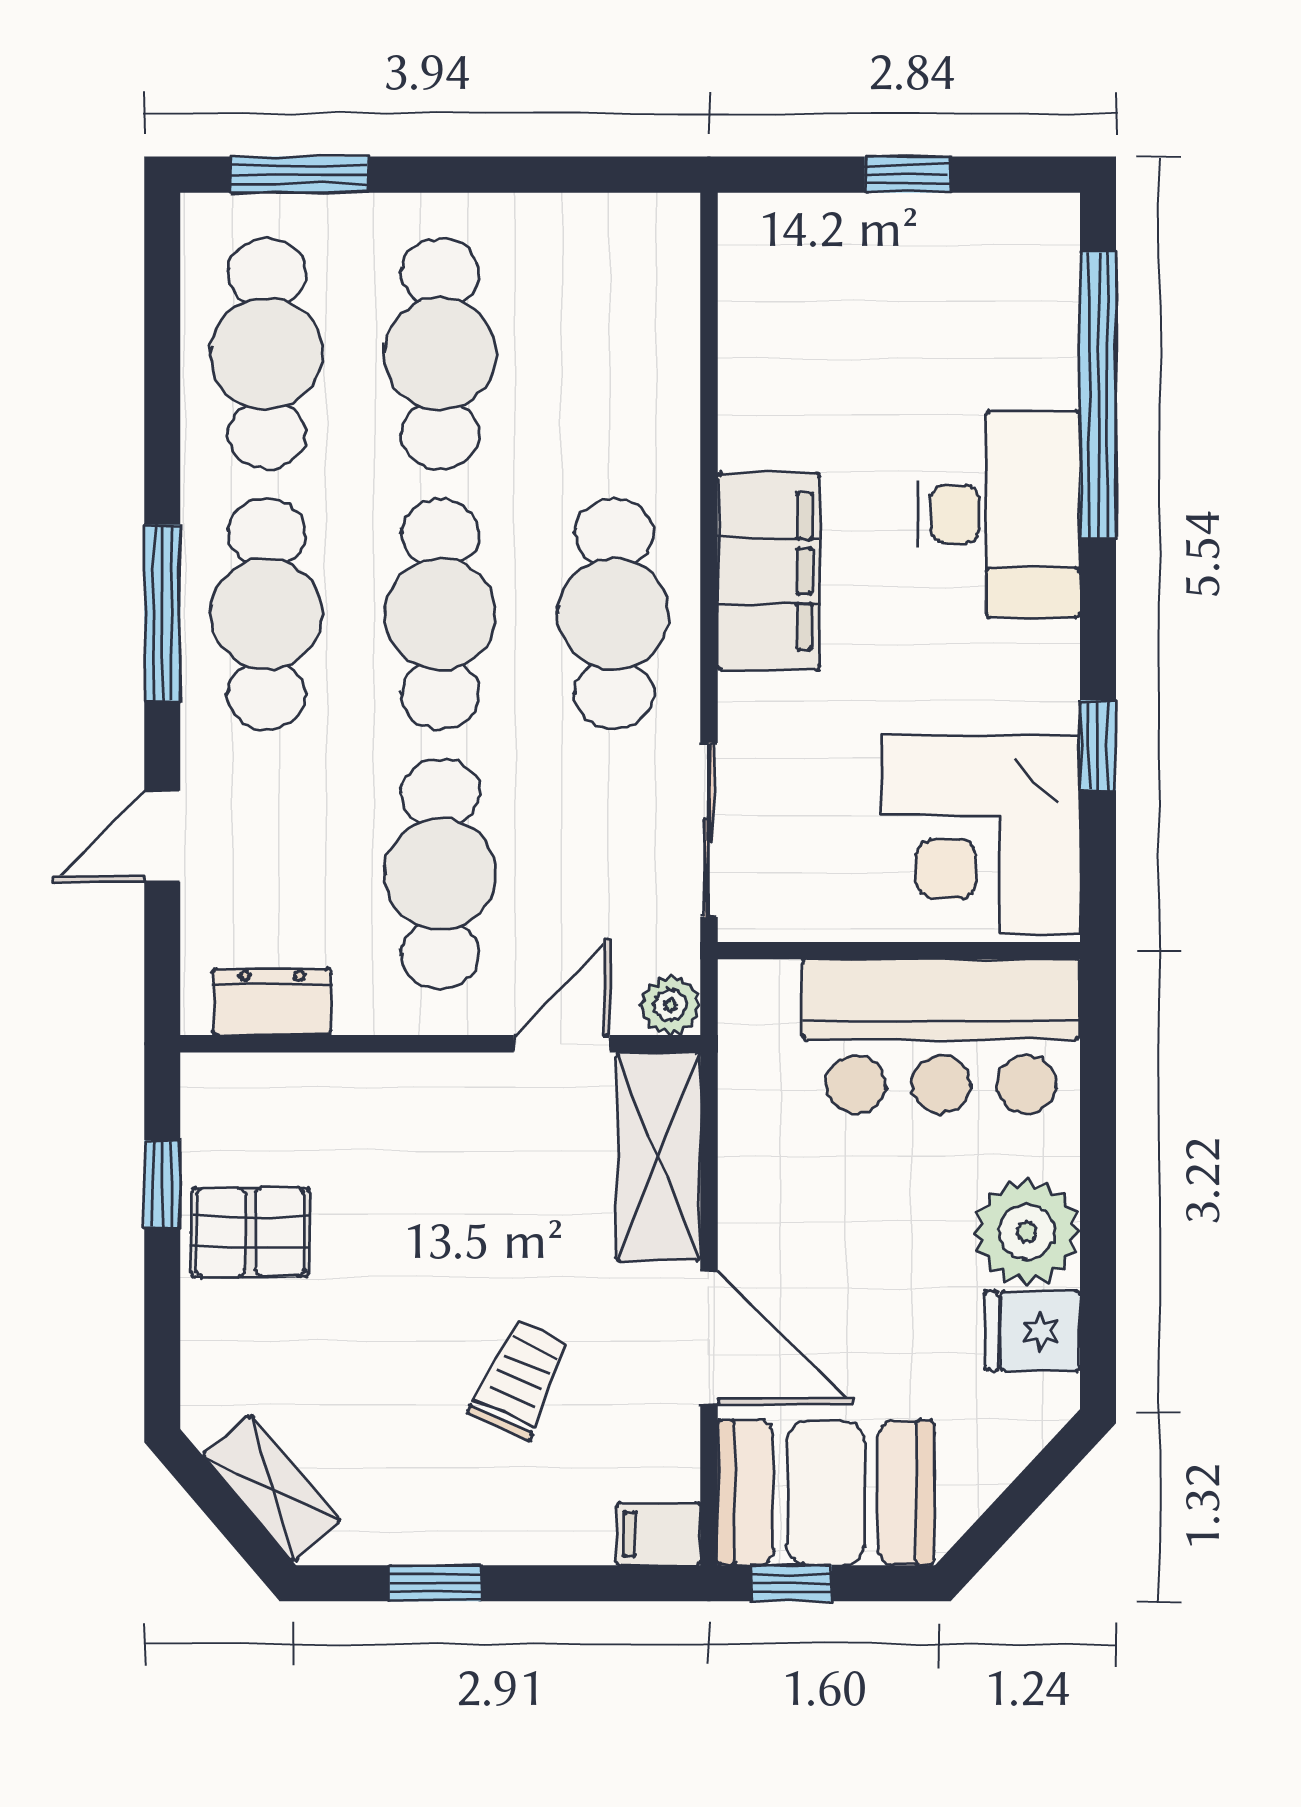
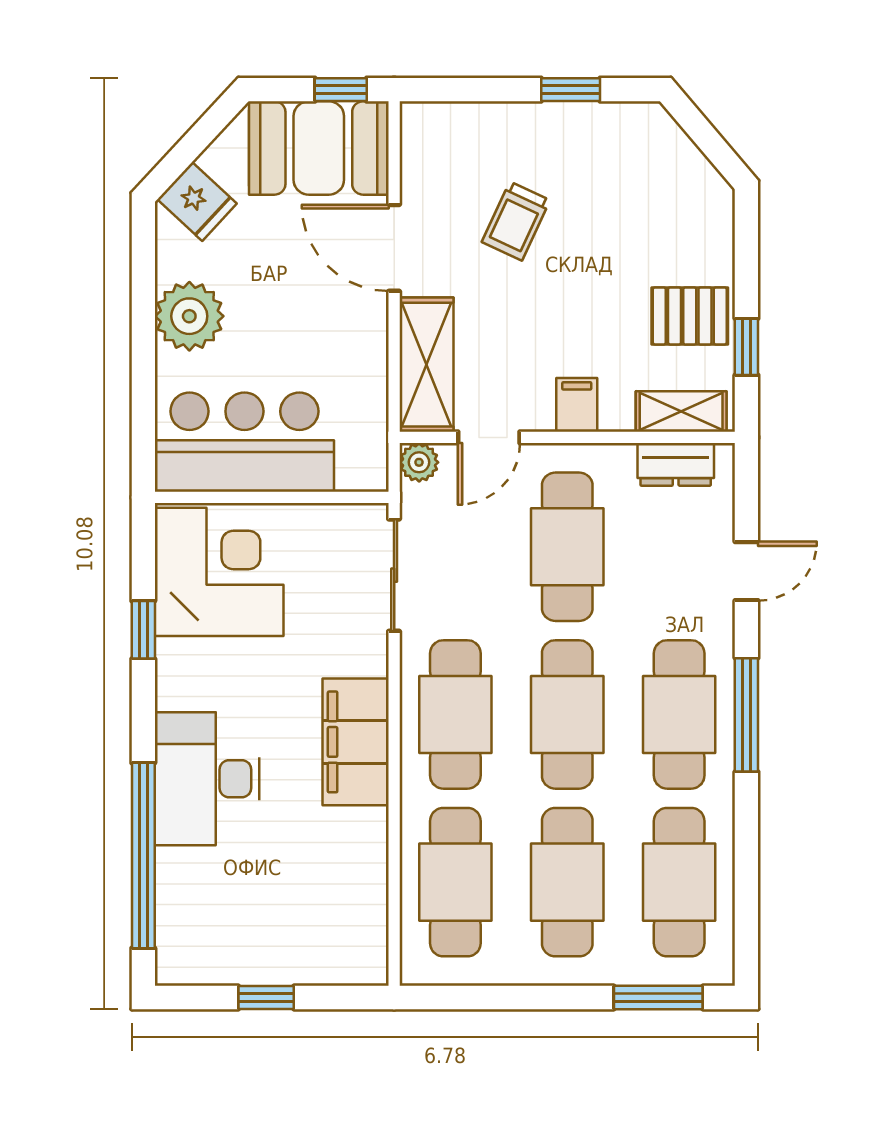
cafe table: (614, 354) -> (455, 882), added
fridge: (1033, 1331) -> (197, 201), moved, turned 43
shelving: (272, 1488) -> (681, 412), moved, turned -50
filing cabinet: (658, 1534) -> (577, 405), moved, turned -90

